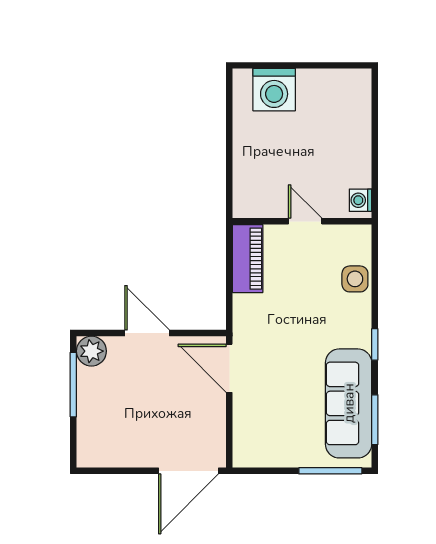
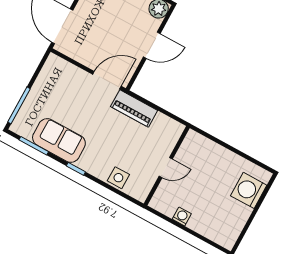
washing machine: (361, 200) -> (182, 216), moved
piano: (248, 259) -> (134, 108), moved
sofa: (349, 403) -> (59, 141), width x0.73

